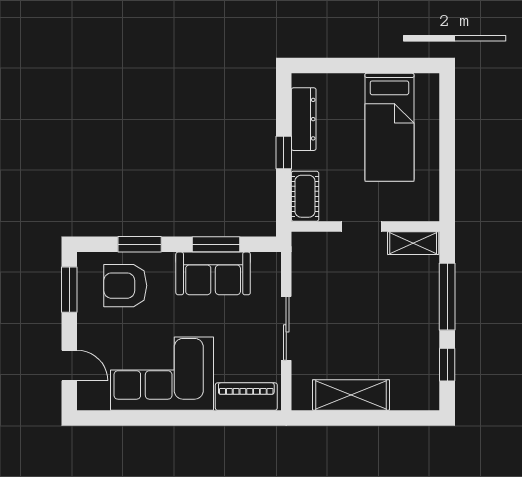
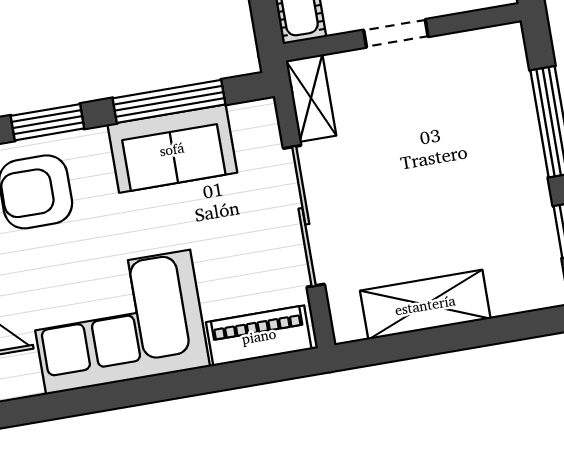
shelving: (413, 243) -> (311, 98), moved, turned 90
window: (216, 244) -> (169, 101), width x1.44
sliding door: (286, 328) -> (304, 216), width x1.37

